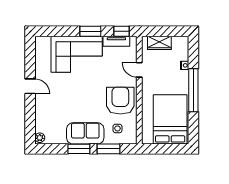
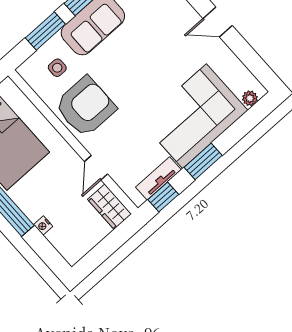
plant: (46, 41) -> (250, 98), added
wardrobe: (159, 43) -> (109, 207), moved, turned -90
door: (139, 70) -> (96, 168), swing flipped
armchair: (120, 101) -> (85, 107), turned -90

